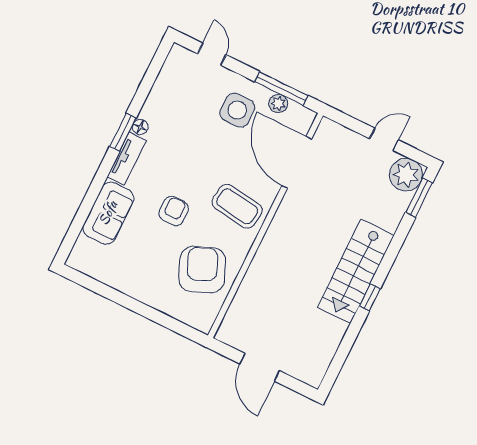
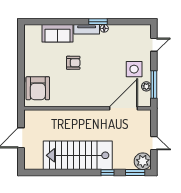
coffee table: (237, 206) -> (90, 91), removed
armchair: (202, 270) -> (38, 88), moved, turned 113
stairs: (356, 271) -> (78, 155), width x1.36, depth x1.51
window: (370, 297) -> (107, 172), moved

